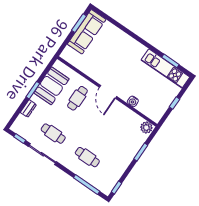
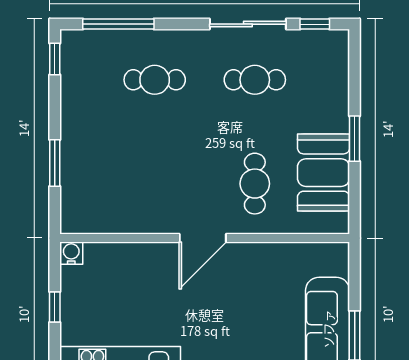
door: (108, 92) -> (203, 238), swing flipped
water cooler: (133, 101) -> (71, 253), moved
dresser: (28, 108) -> (339, 96), removed
plant: (146, 128) -> (77, 220), removed

